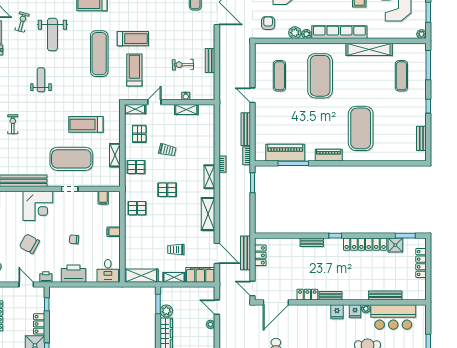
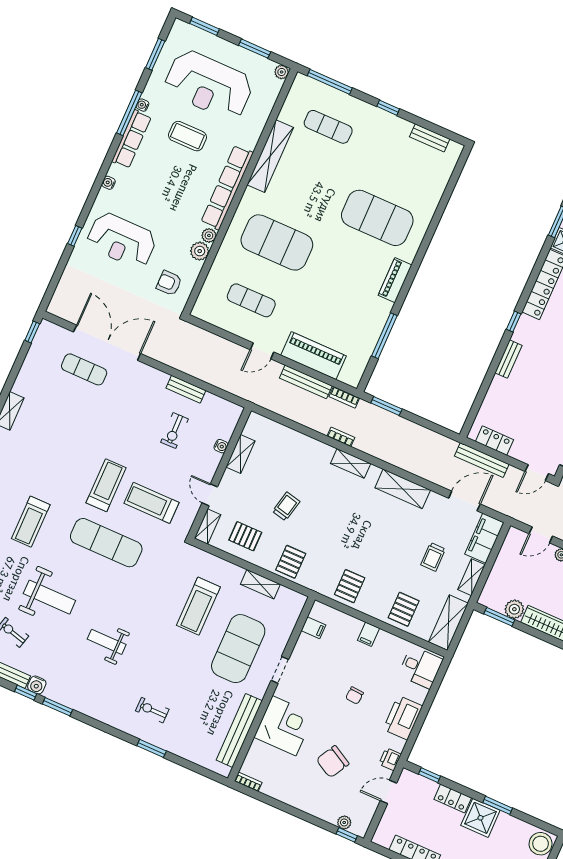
piano: (285, 153) -> (314, 356), moved, turned 90
pallet: (167, 190) -> (404, 609), moved

